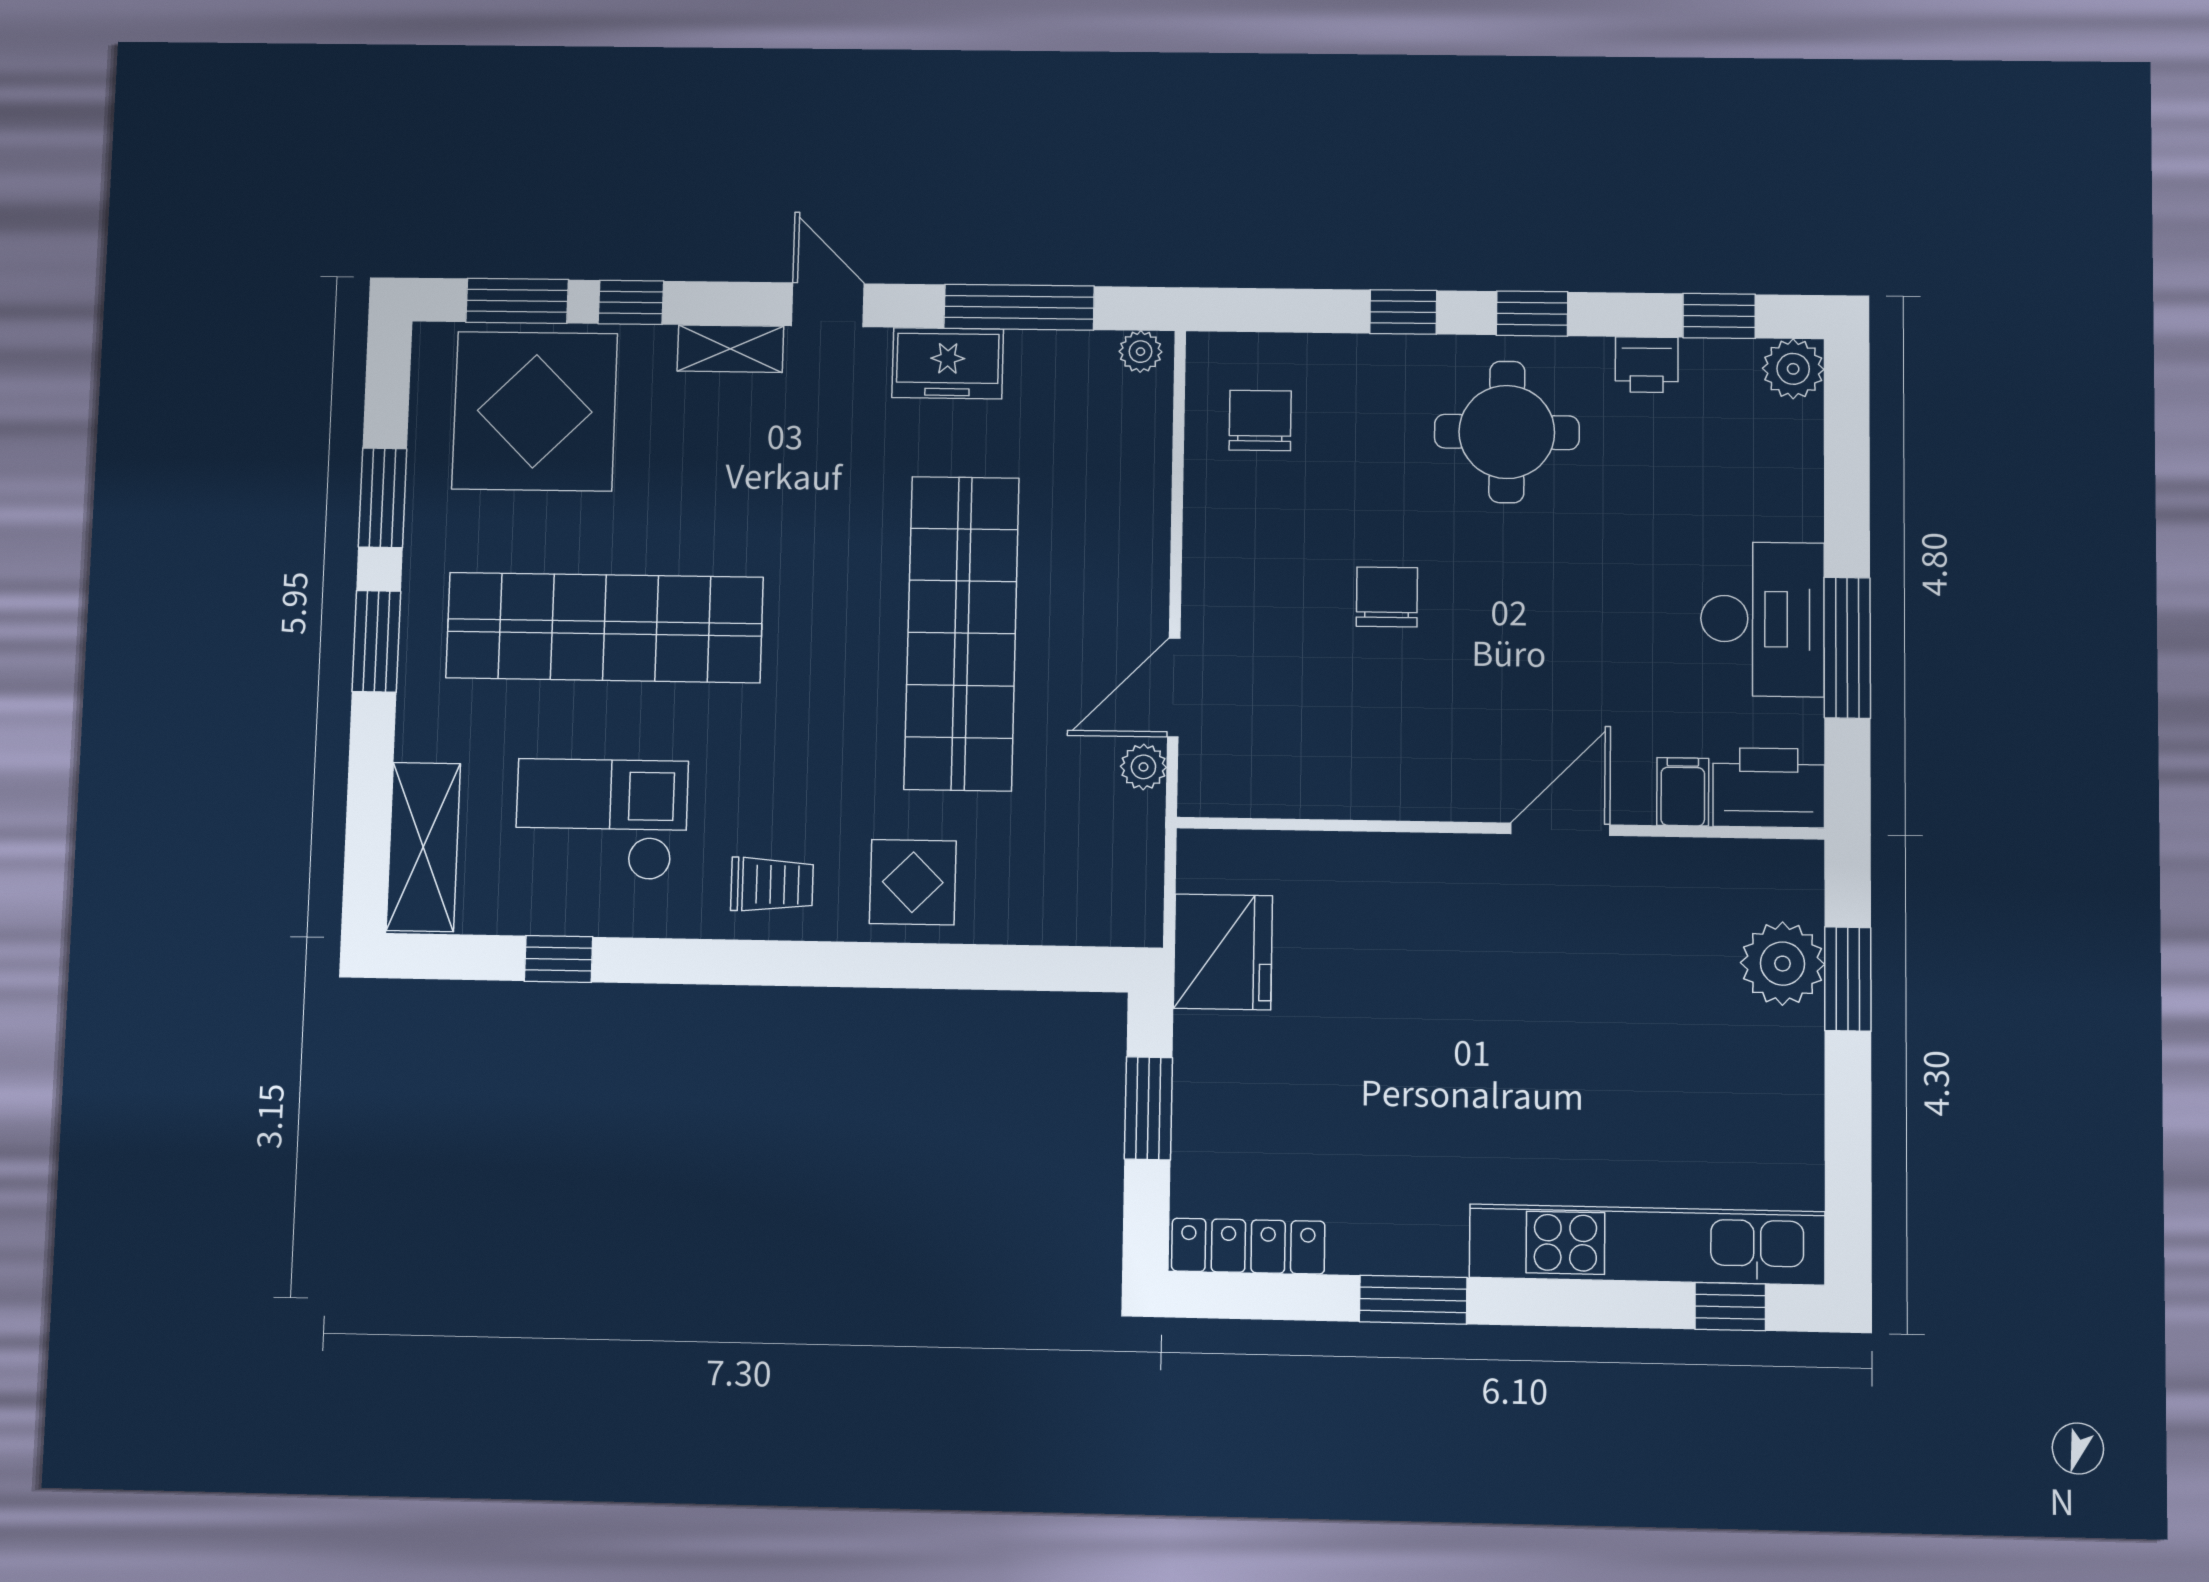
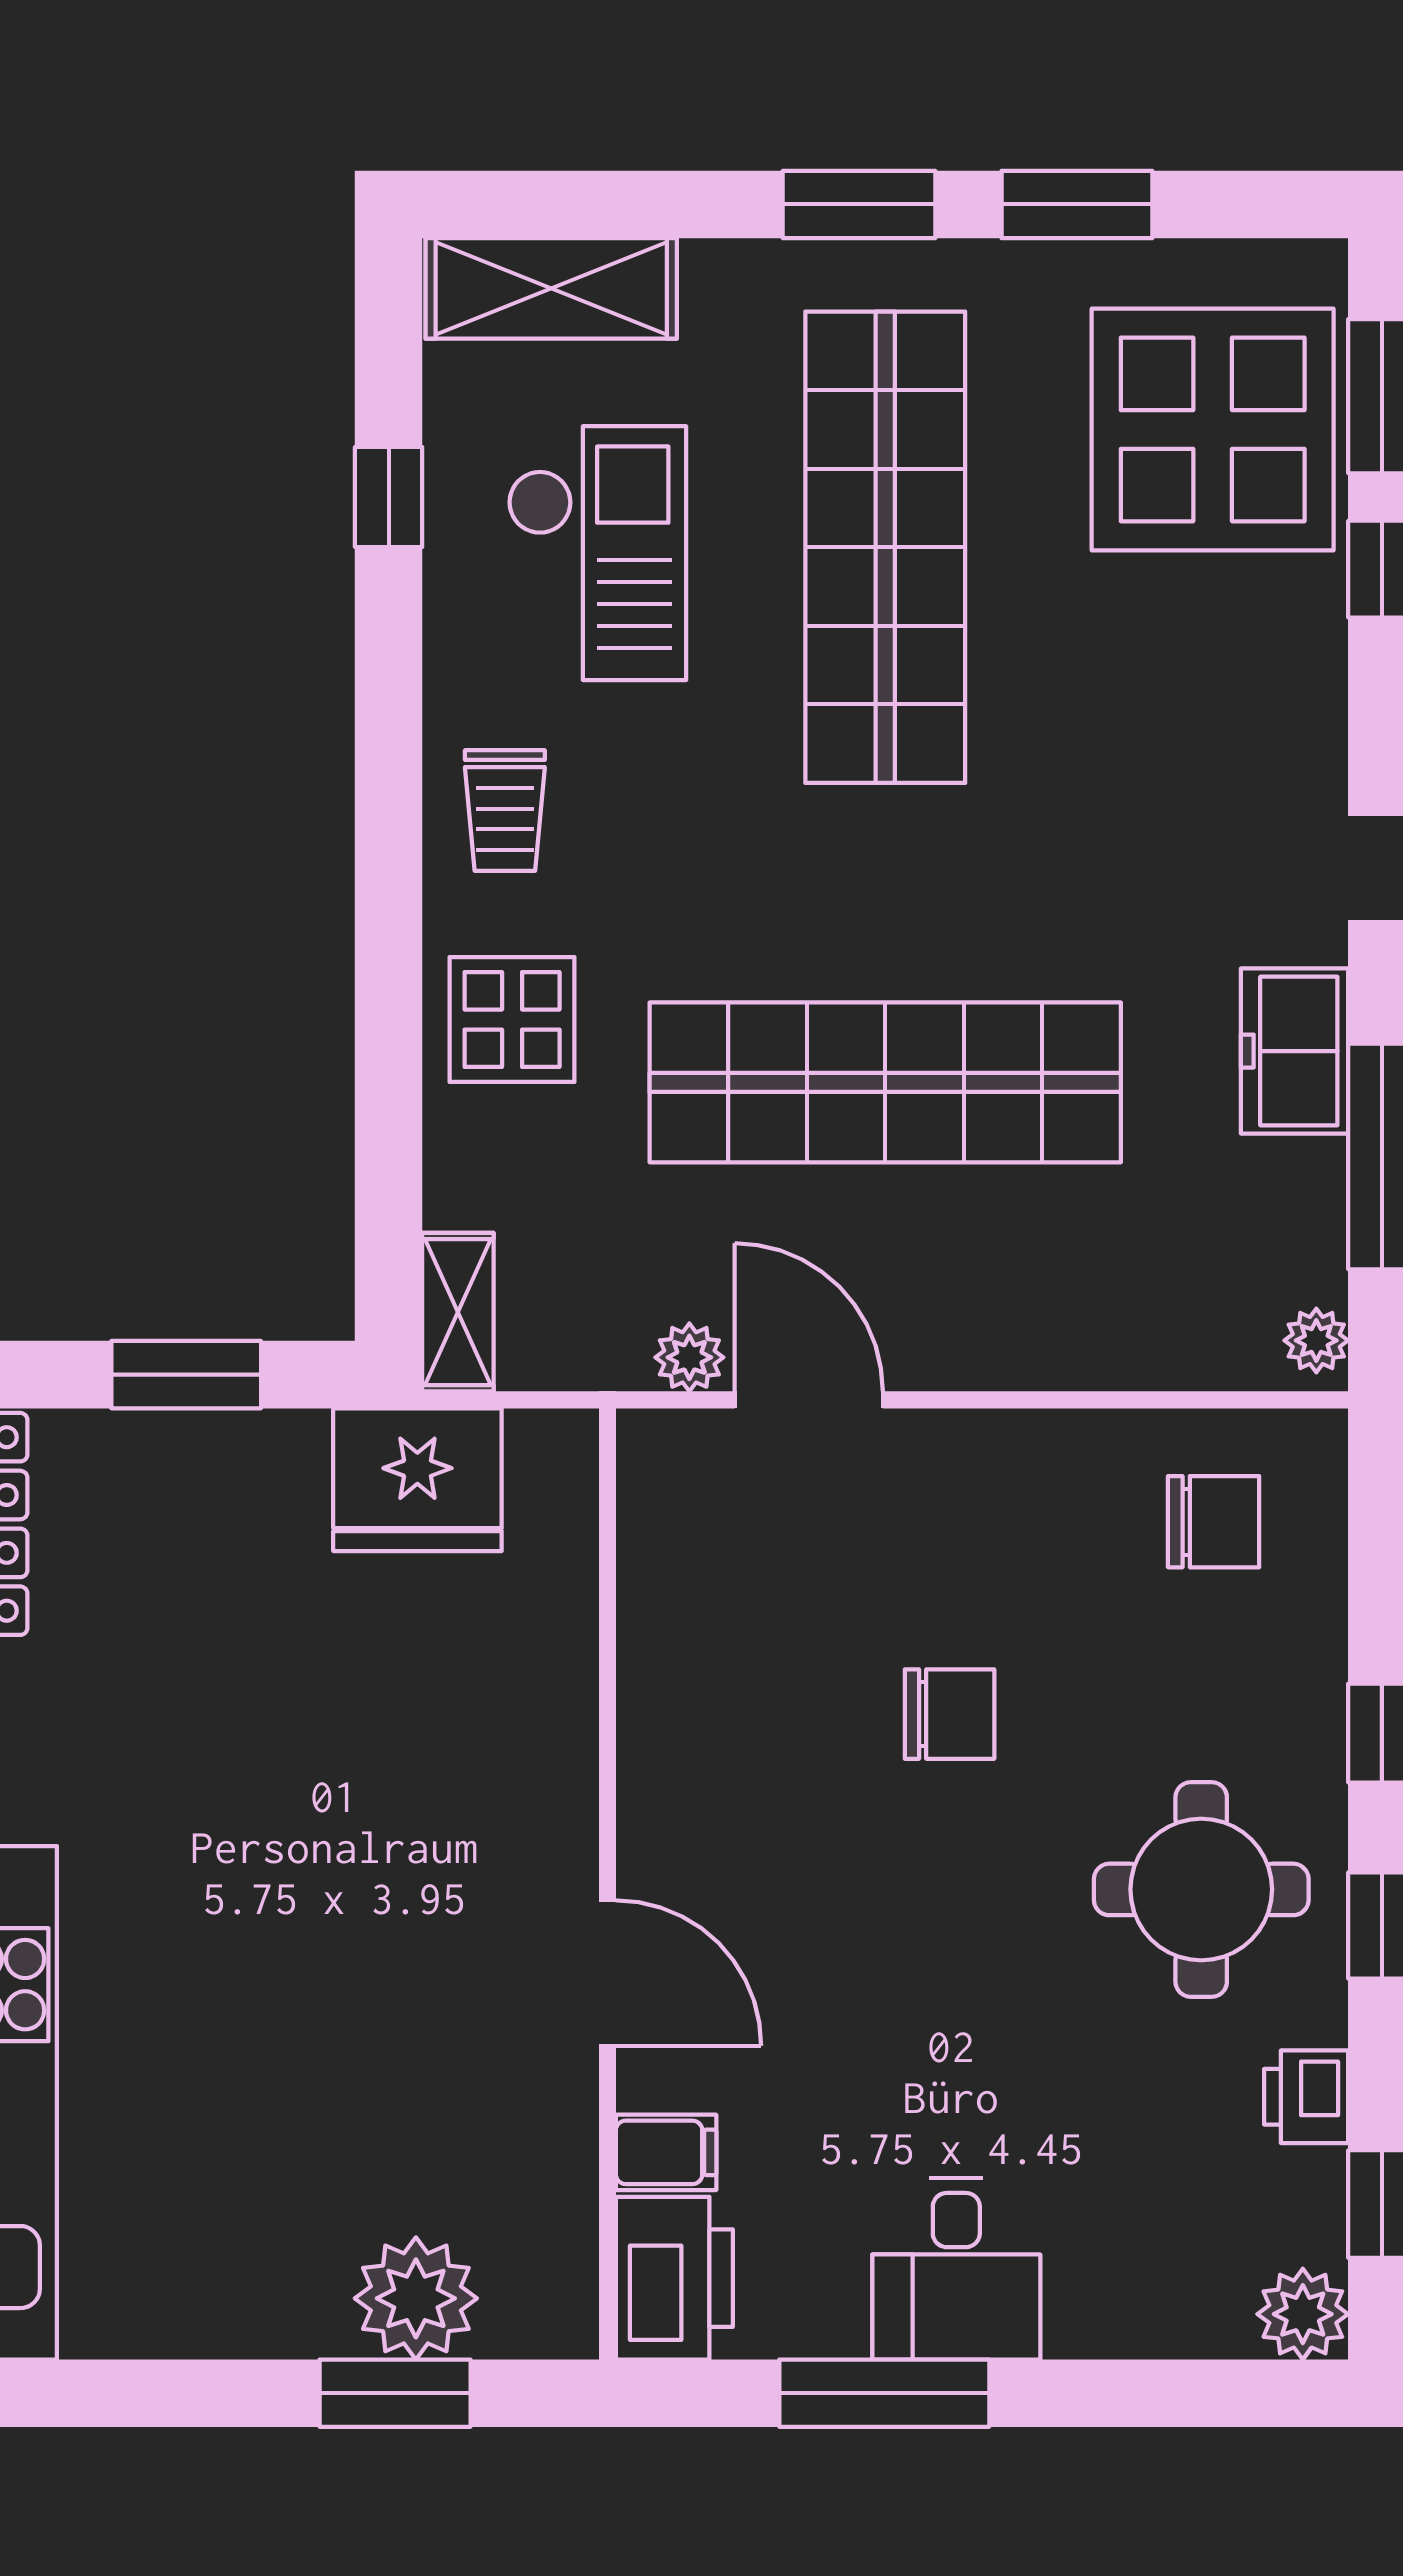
shelving: (730, 349) -> (458, 1312), moved
desk: (1763, 619) -> (956, 2269), width x0.73

